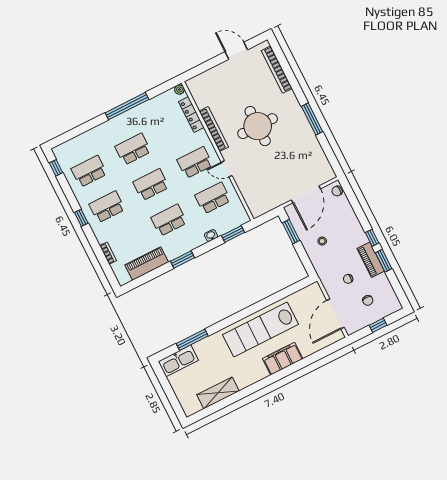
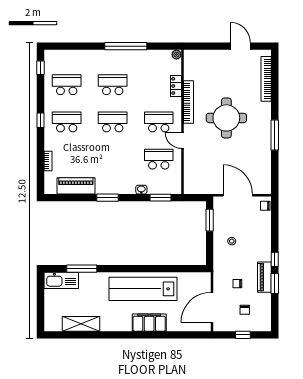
locker: (191, 114) -> (176, 86), width x0.66
door: (306, 194) -> (238, 195), swing flipped
school desk: (169, 220) -> (113, 159), removed

